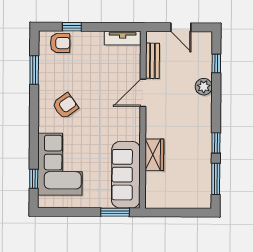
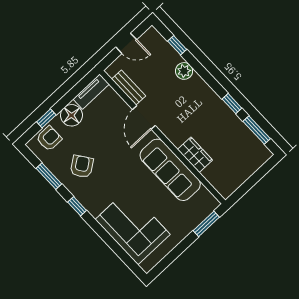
floor lamp: (92, 42) -> (71, 115), added
armchair: (65, 106) -> (82, 166), moved
sofa: (126, 175) -> (170, 170), moved
window: (34, 179) -> (77, 206), moved

